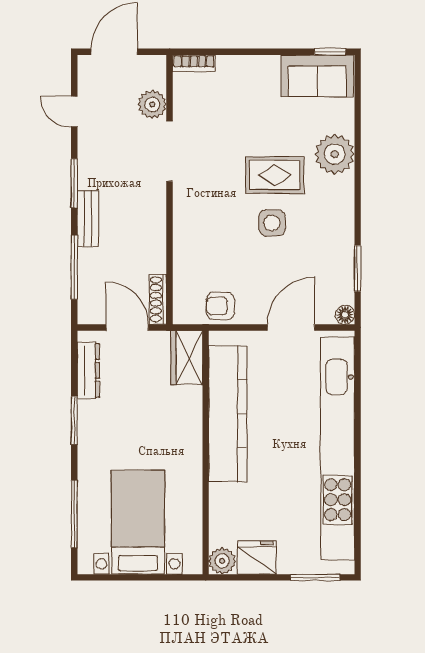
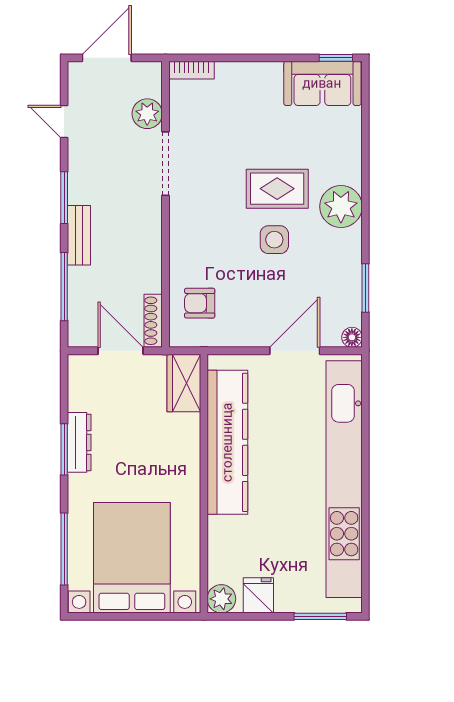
plant: (335, 154) -> (341, 207), moved
armchair: (220, 306) -> (200, 303), moved
dresser: (88, 370) -> (79, 442), moved
bed with nightstands: (138, 522) -> (132, 558), width x1.36
fridge: (257, 558) -> (258, 595), width x0.72

